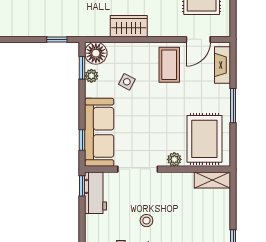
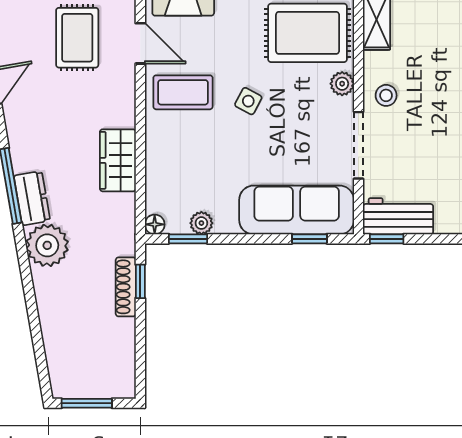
shoe rack: (54, 31) -> (126, 287), added
floor lamp: (96, 53) -> (155, 224), width x0.53, depth x0.53
side table: (127, 82) -> (248, 101), moved
stool: (146, 221) -> (386, 95), moved

